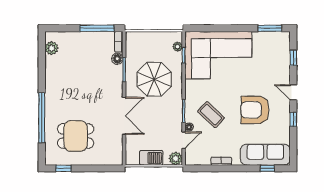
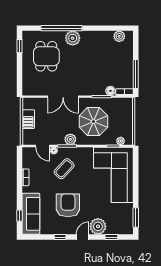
plant: (280, 74) -> (98, 226), added
plant: (54, 104) -> (73, 38), added
plant: (176, 159) -> (70, 139), moved

